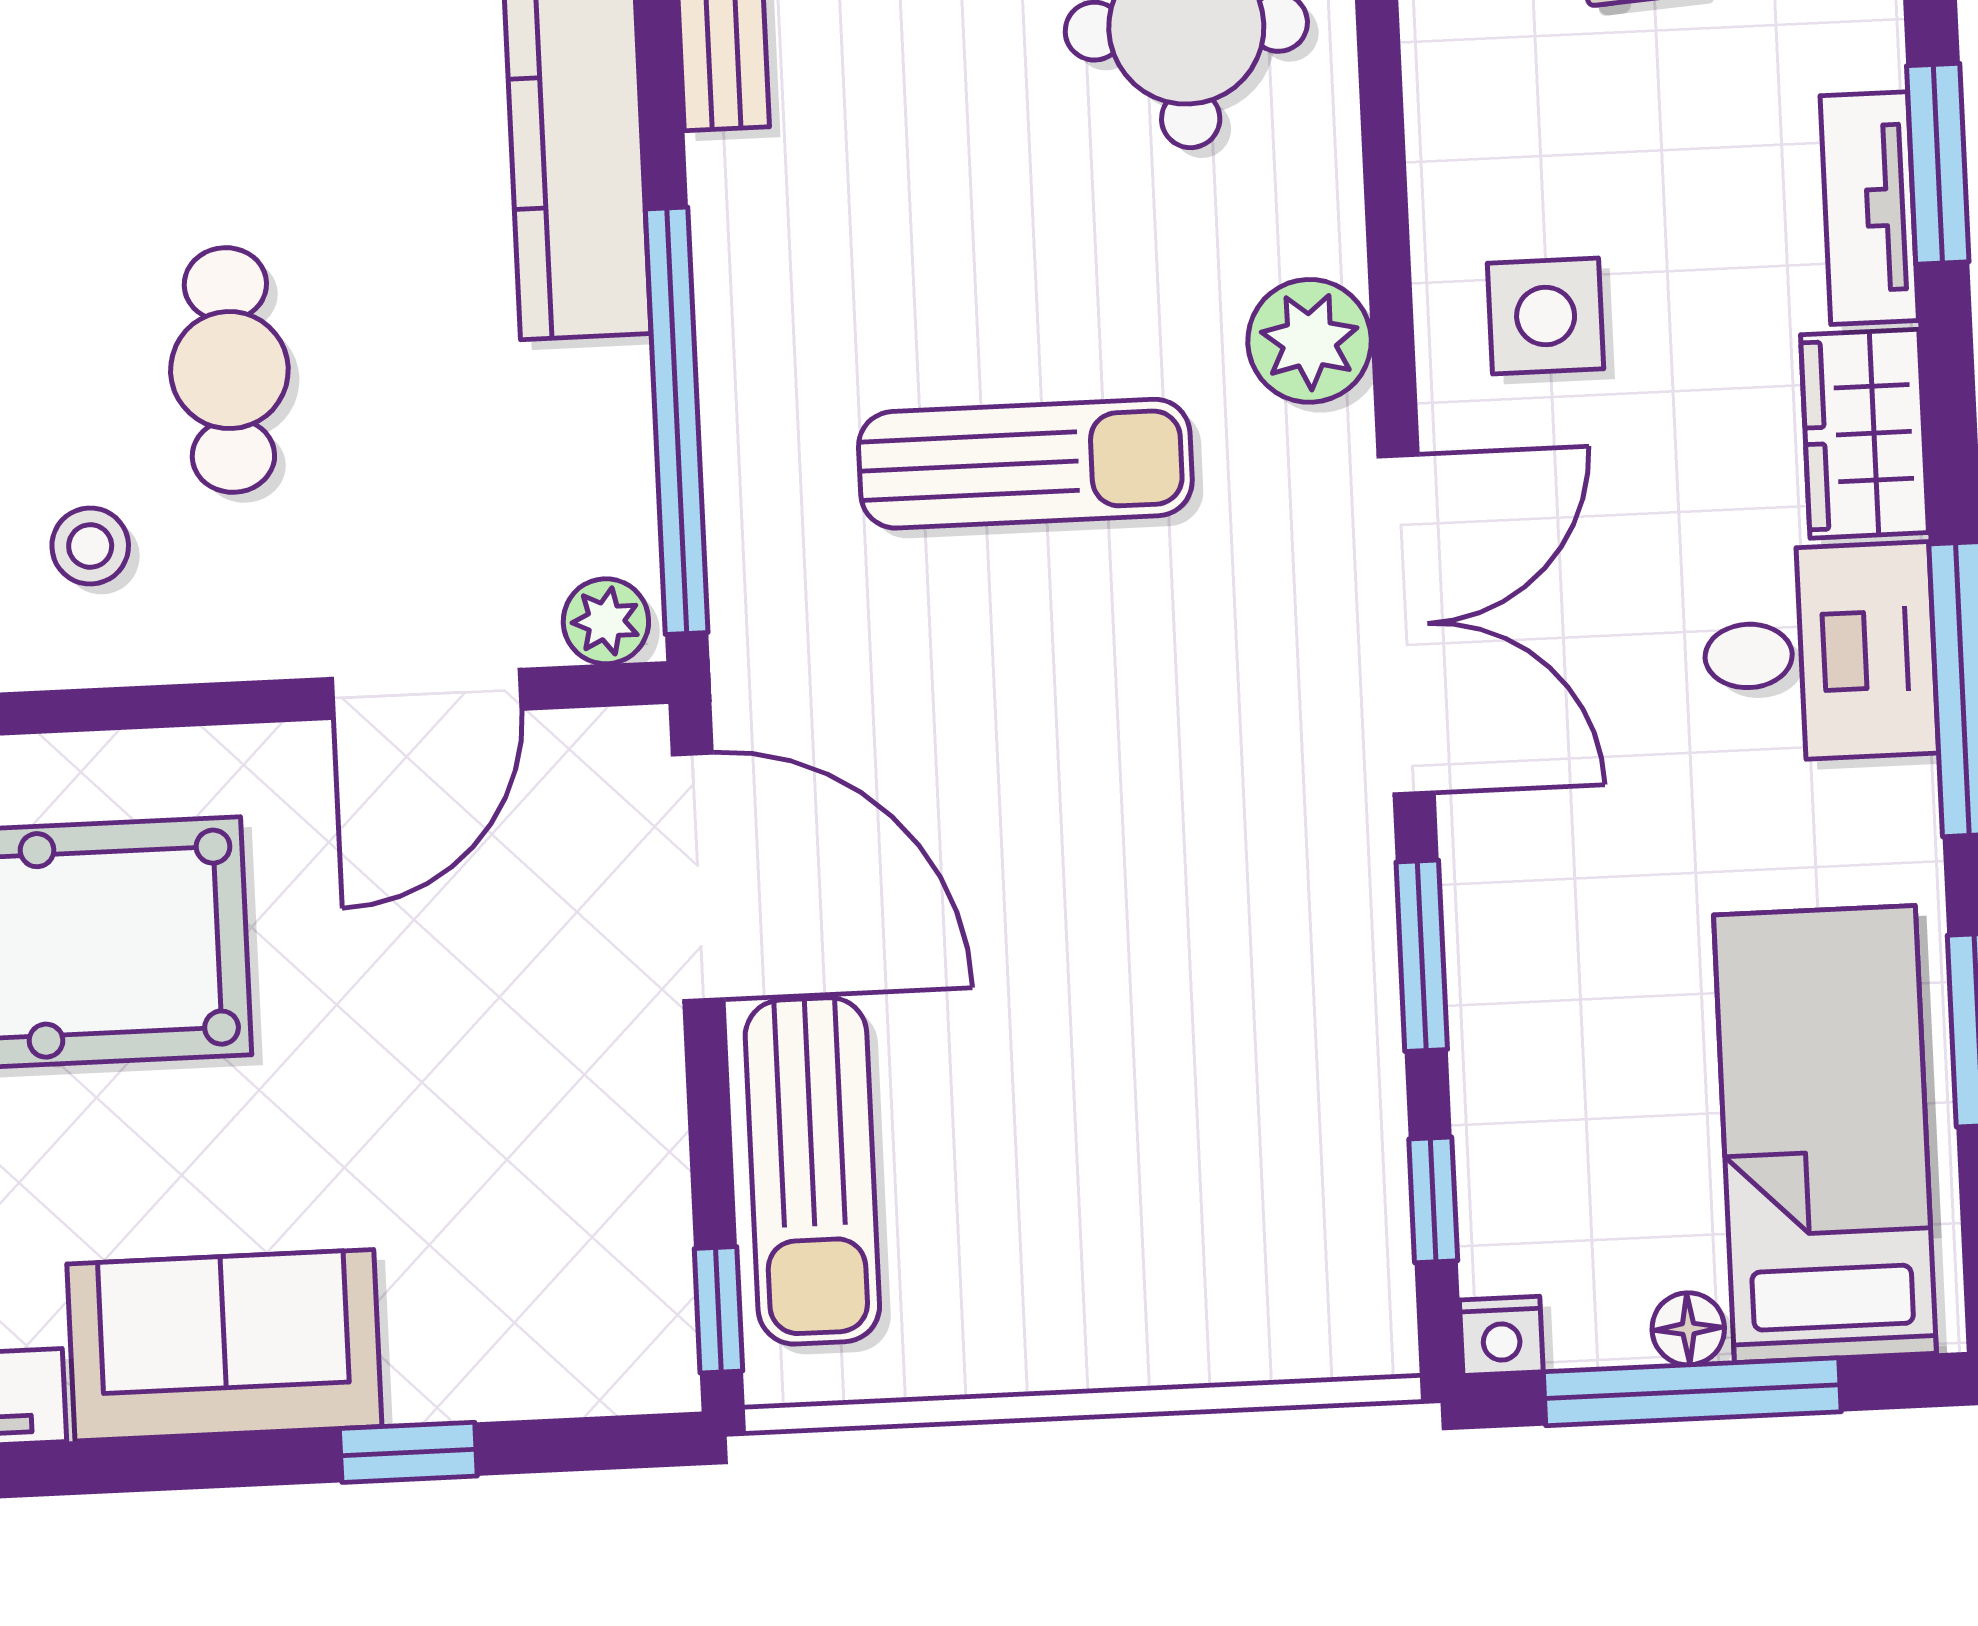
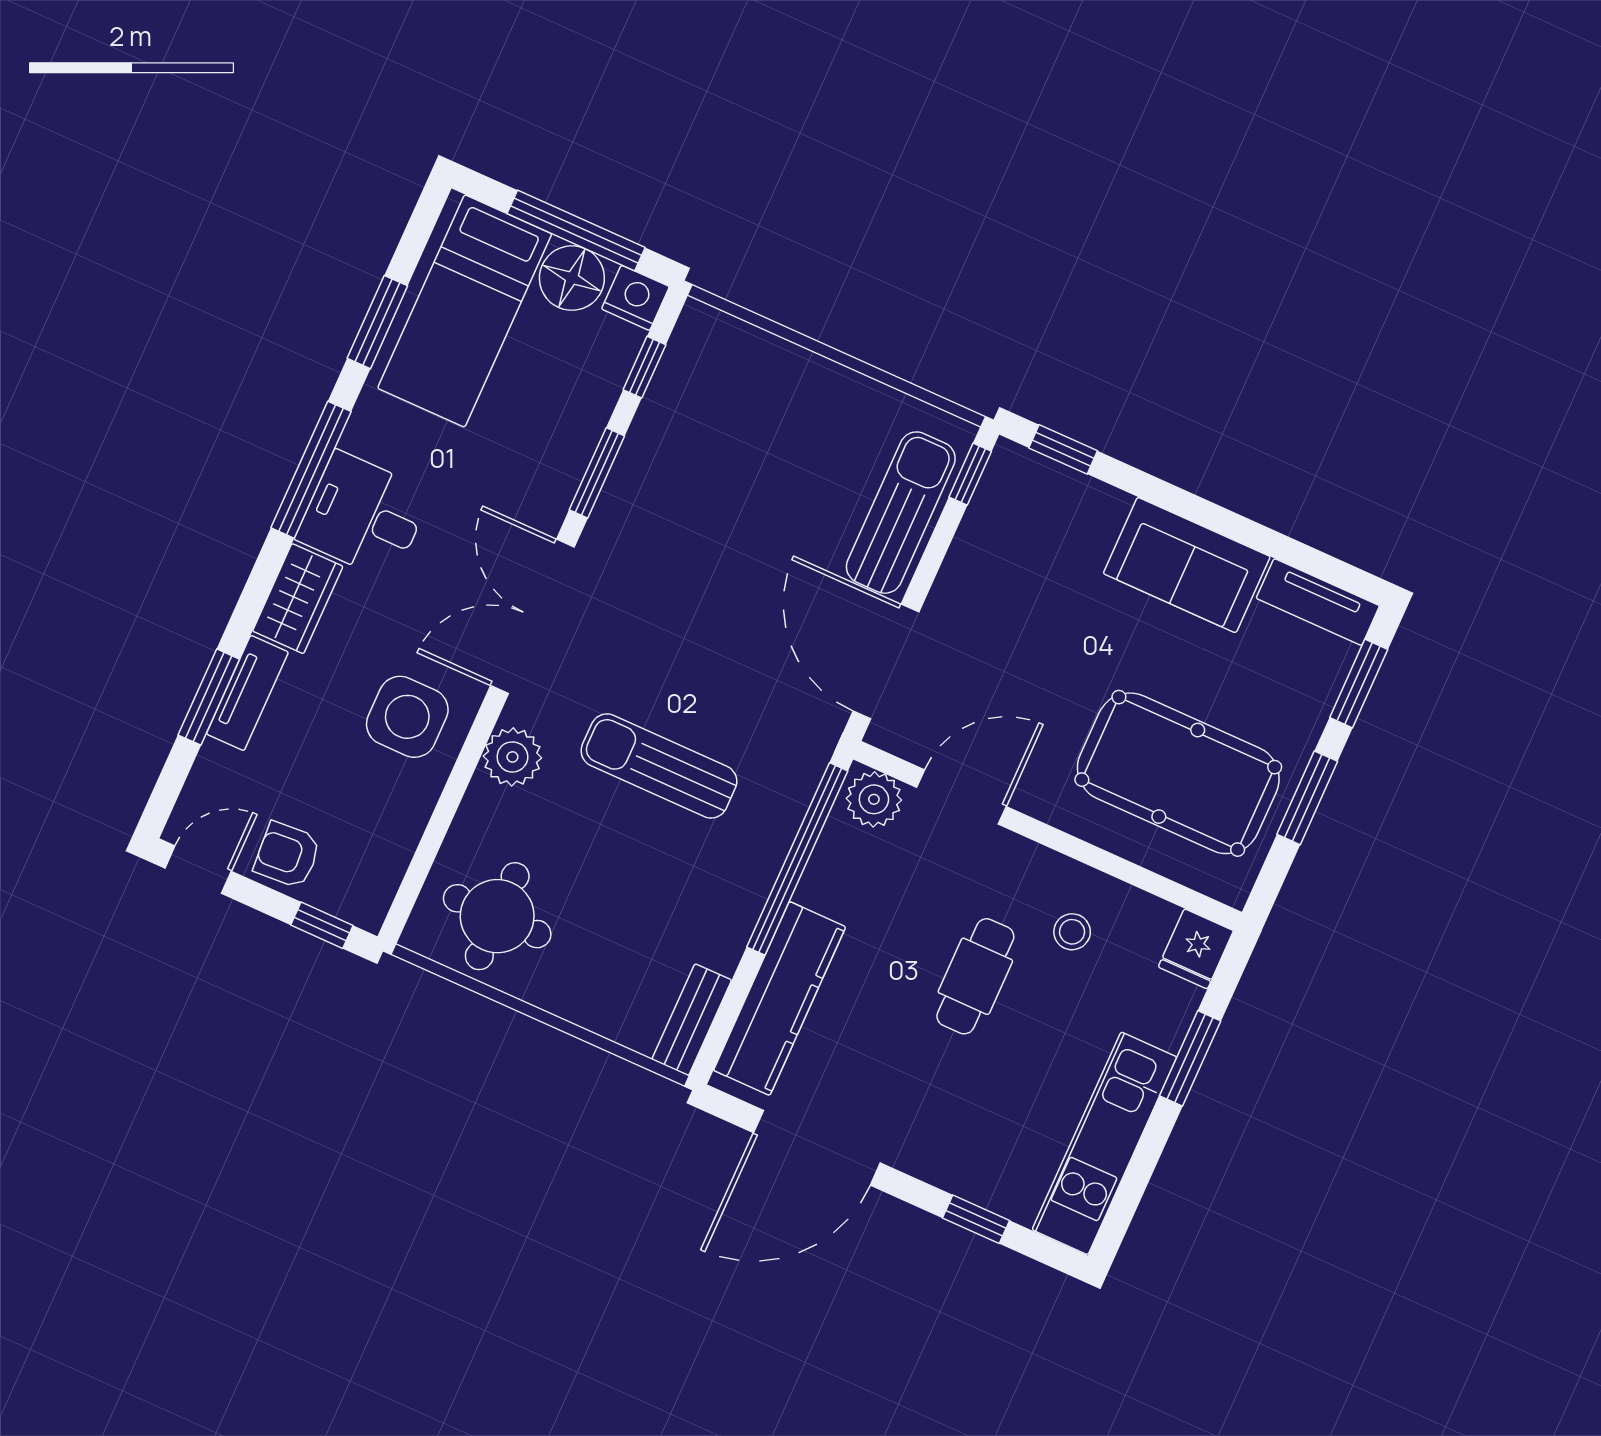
side table: (1546, 316) -> (407, 717), width x1.37, depth x1.37
plant: (606, 621) -> (874, 799), width x1.38, depth x1.38
floor lamp: (1688, 1329) -> (572, 278), width x1.89, depth x1.89
nightstand: (1501, 1336) -> (635, 298), width x1.39, depth x1.35
window: (408, 1452) -> (1063, 449), moved

